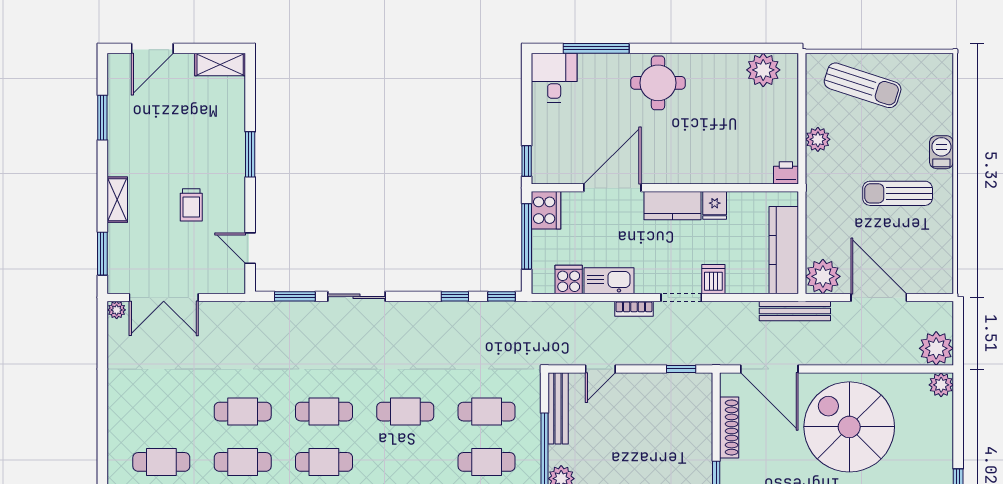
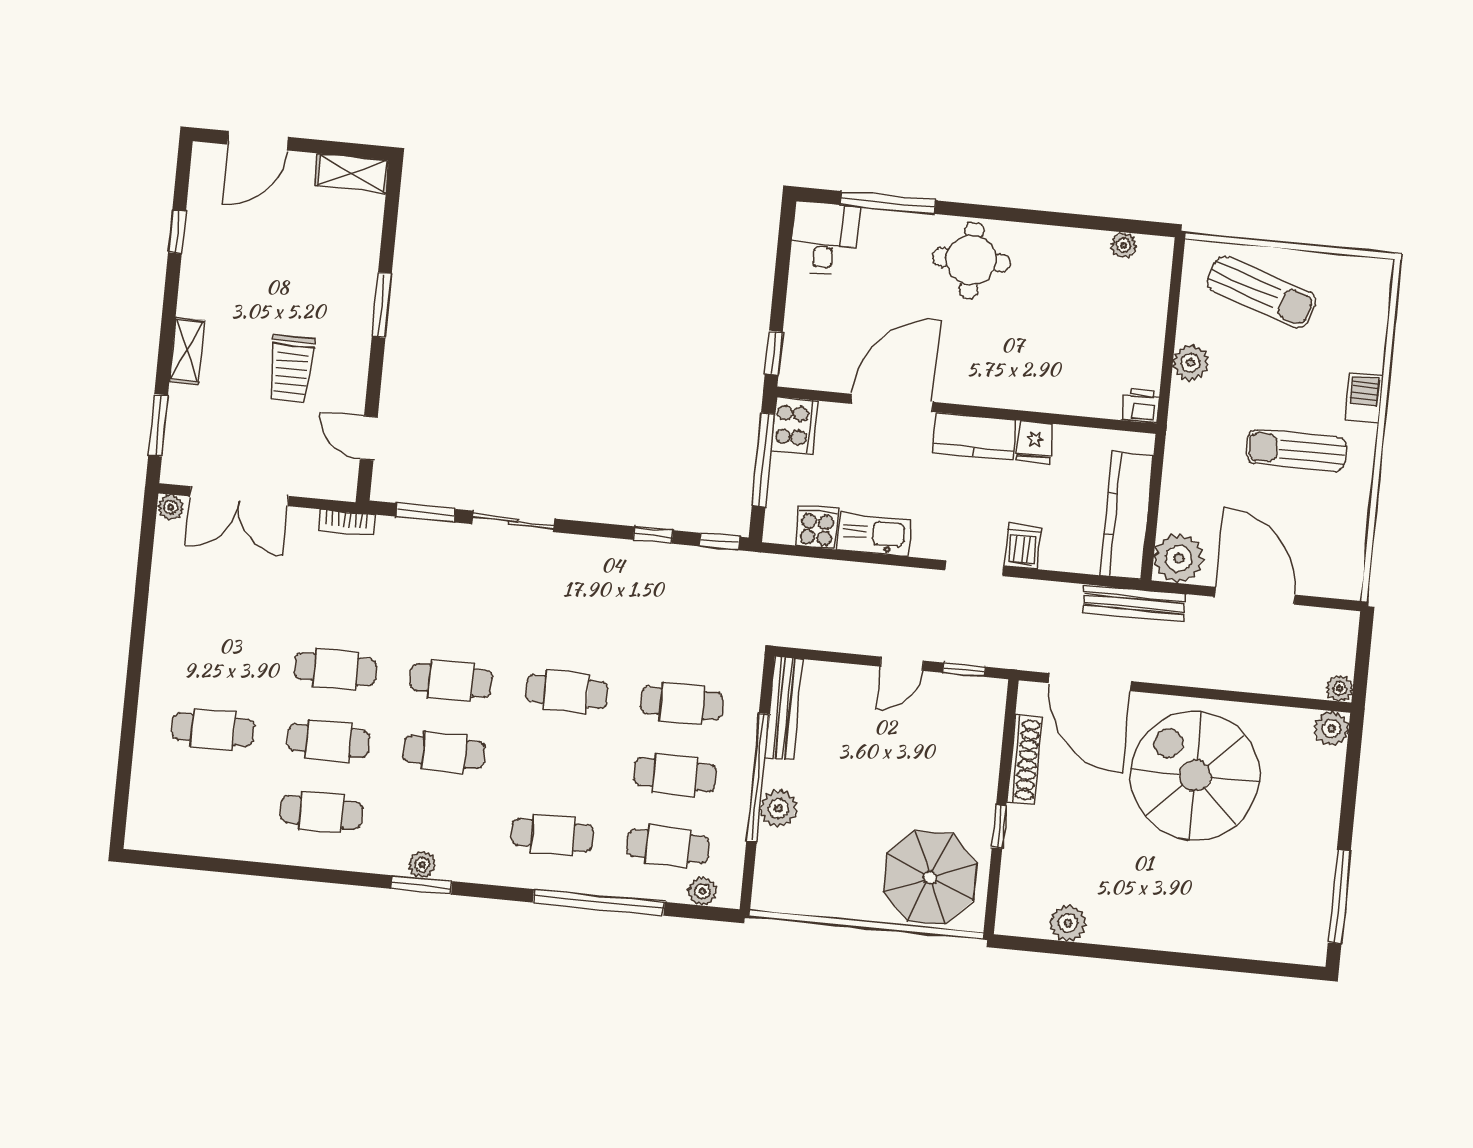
plant: (763, 70) -> (1124, 245), width x0.53, depth x0.53
window: (102, 118) -> (177, 232), width x0.67
trolley: (191, 205) -> (291, 368), width x1.36, depth x1.39
bookcase: (634, 309) -> (347, 523), moved
plant: (936, 348) -> (1340, 688), width x0.53, depth x0.53
door: (600, 369) -> (902, 664), moved

